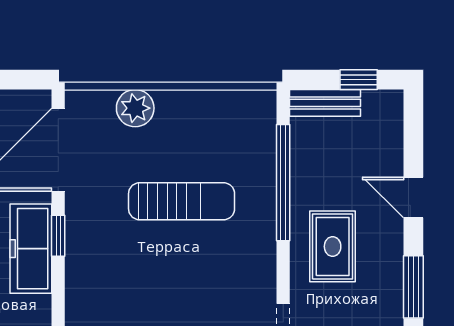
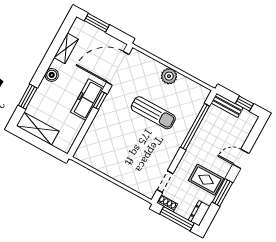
plant: (135, 108) -> (169, 76), moved
door: (413, 197) -> (241, 159), hinge flipped
rug: (333, 246) -> (206, 180), moved, turned 90

